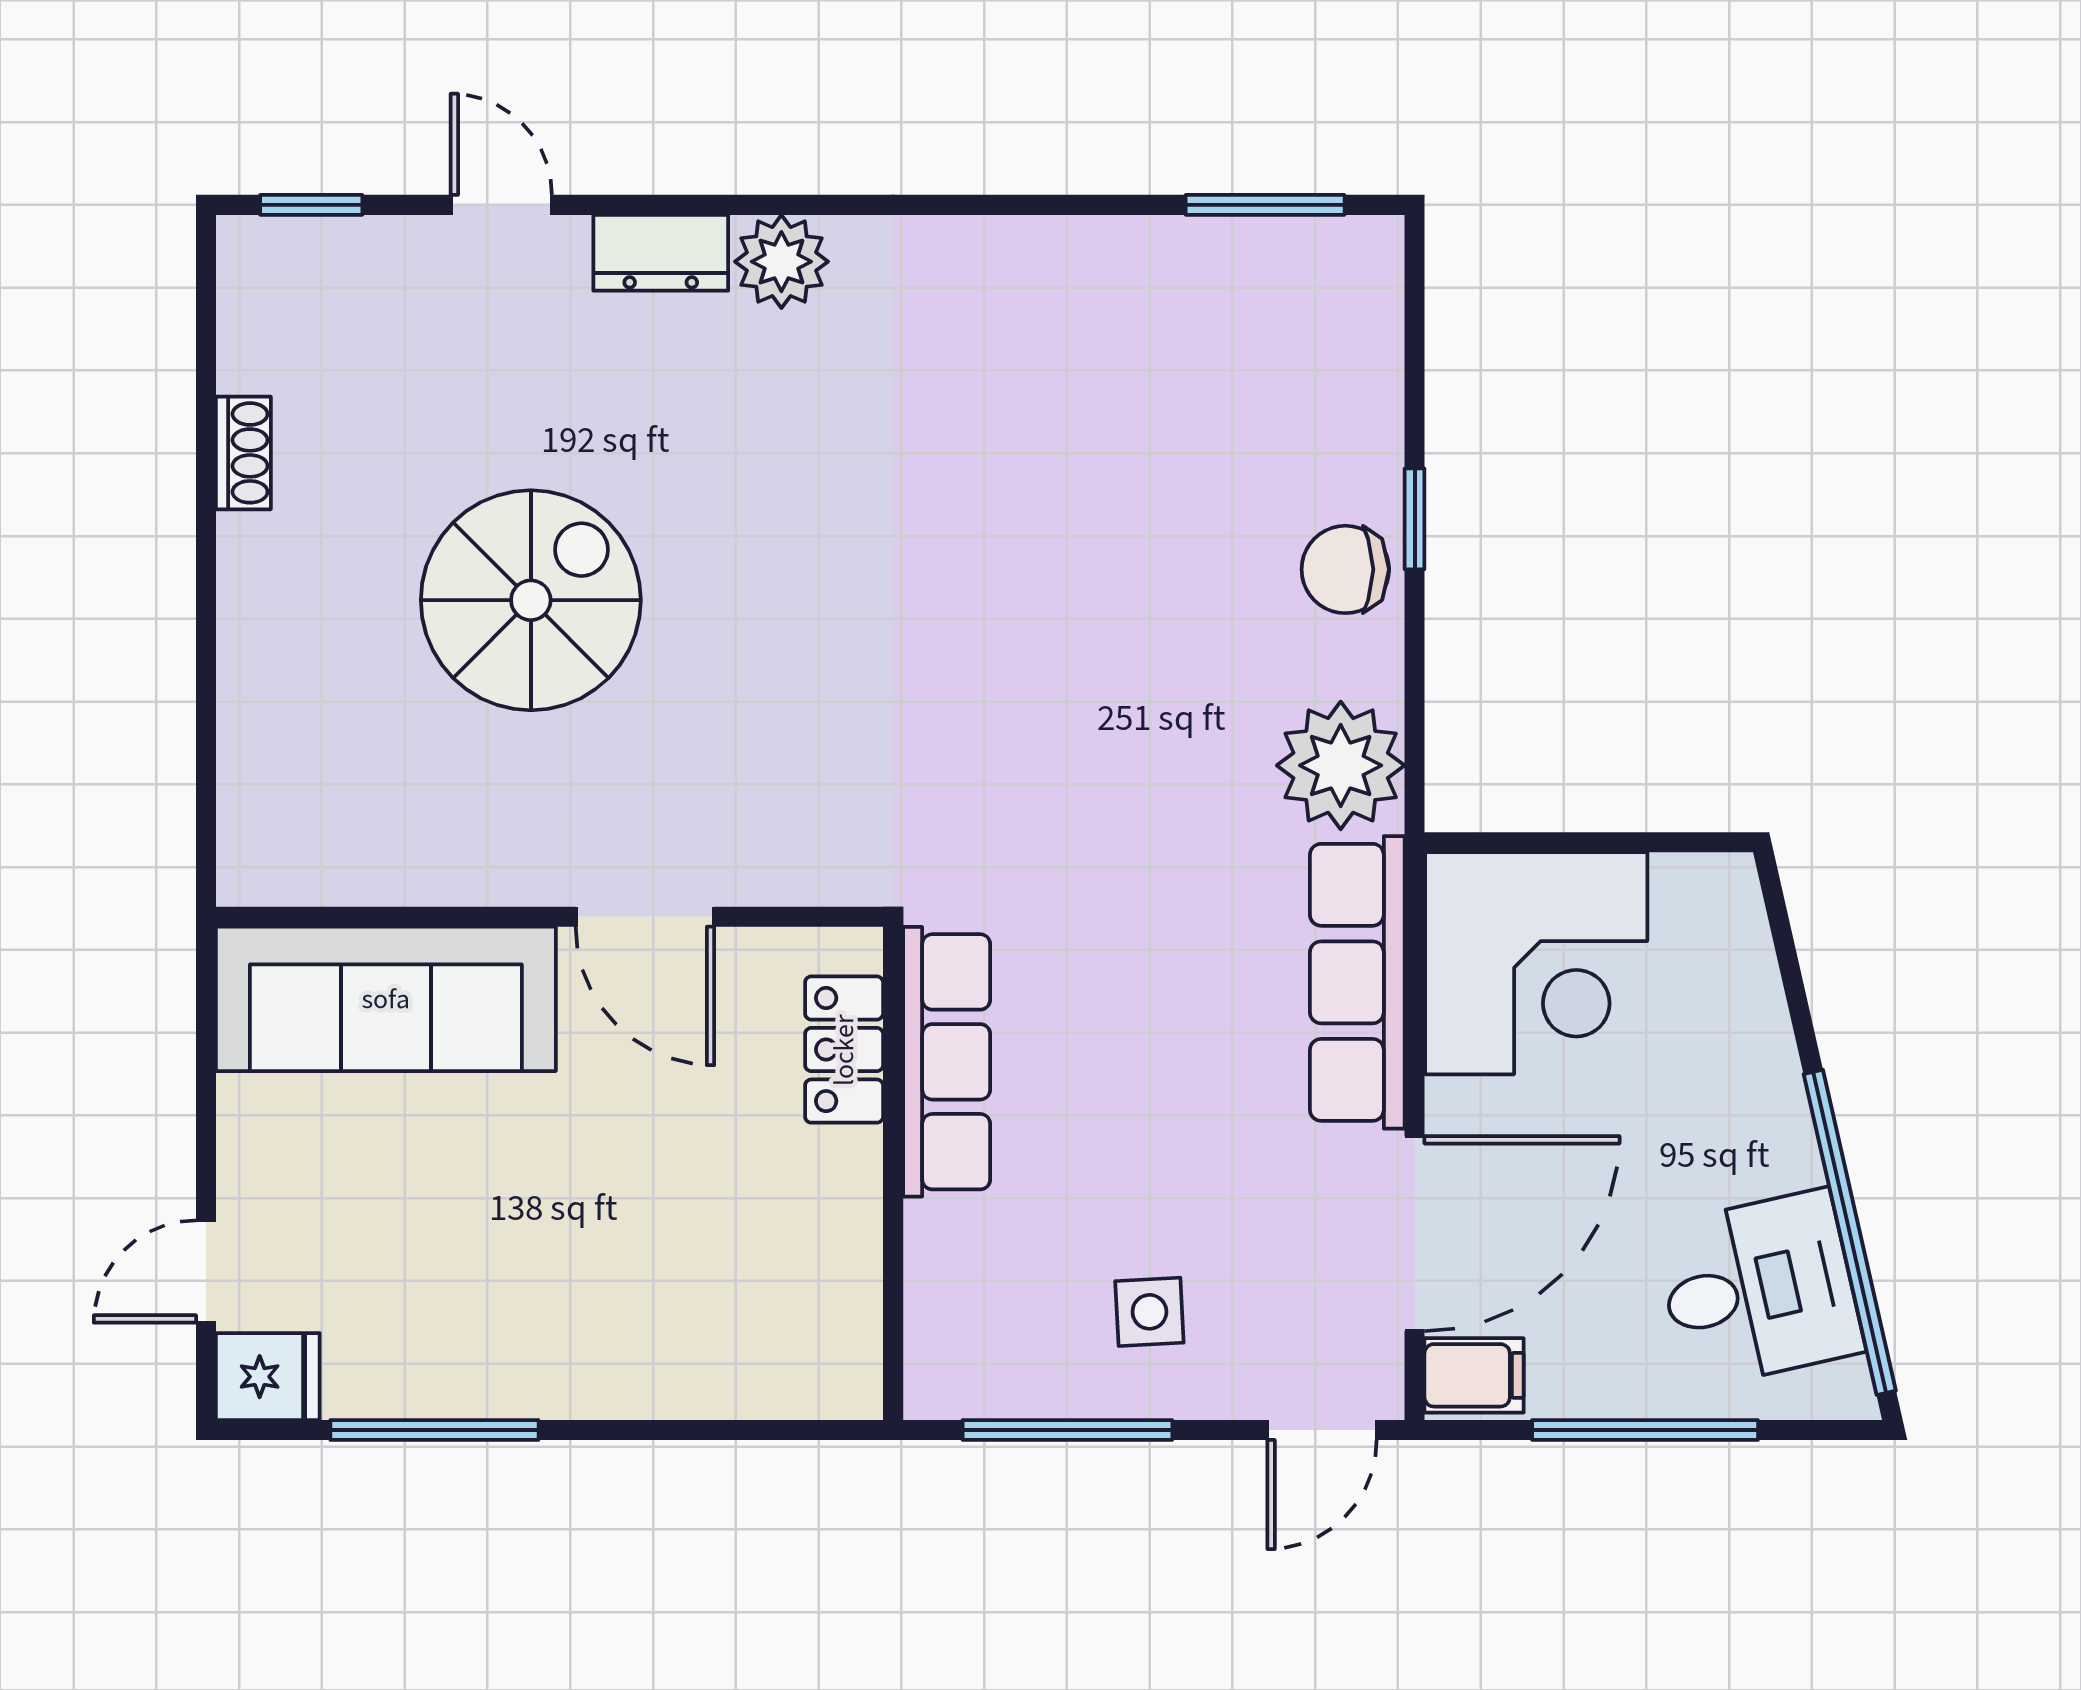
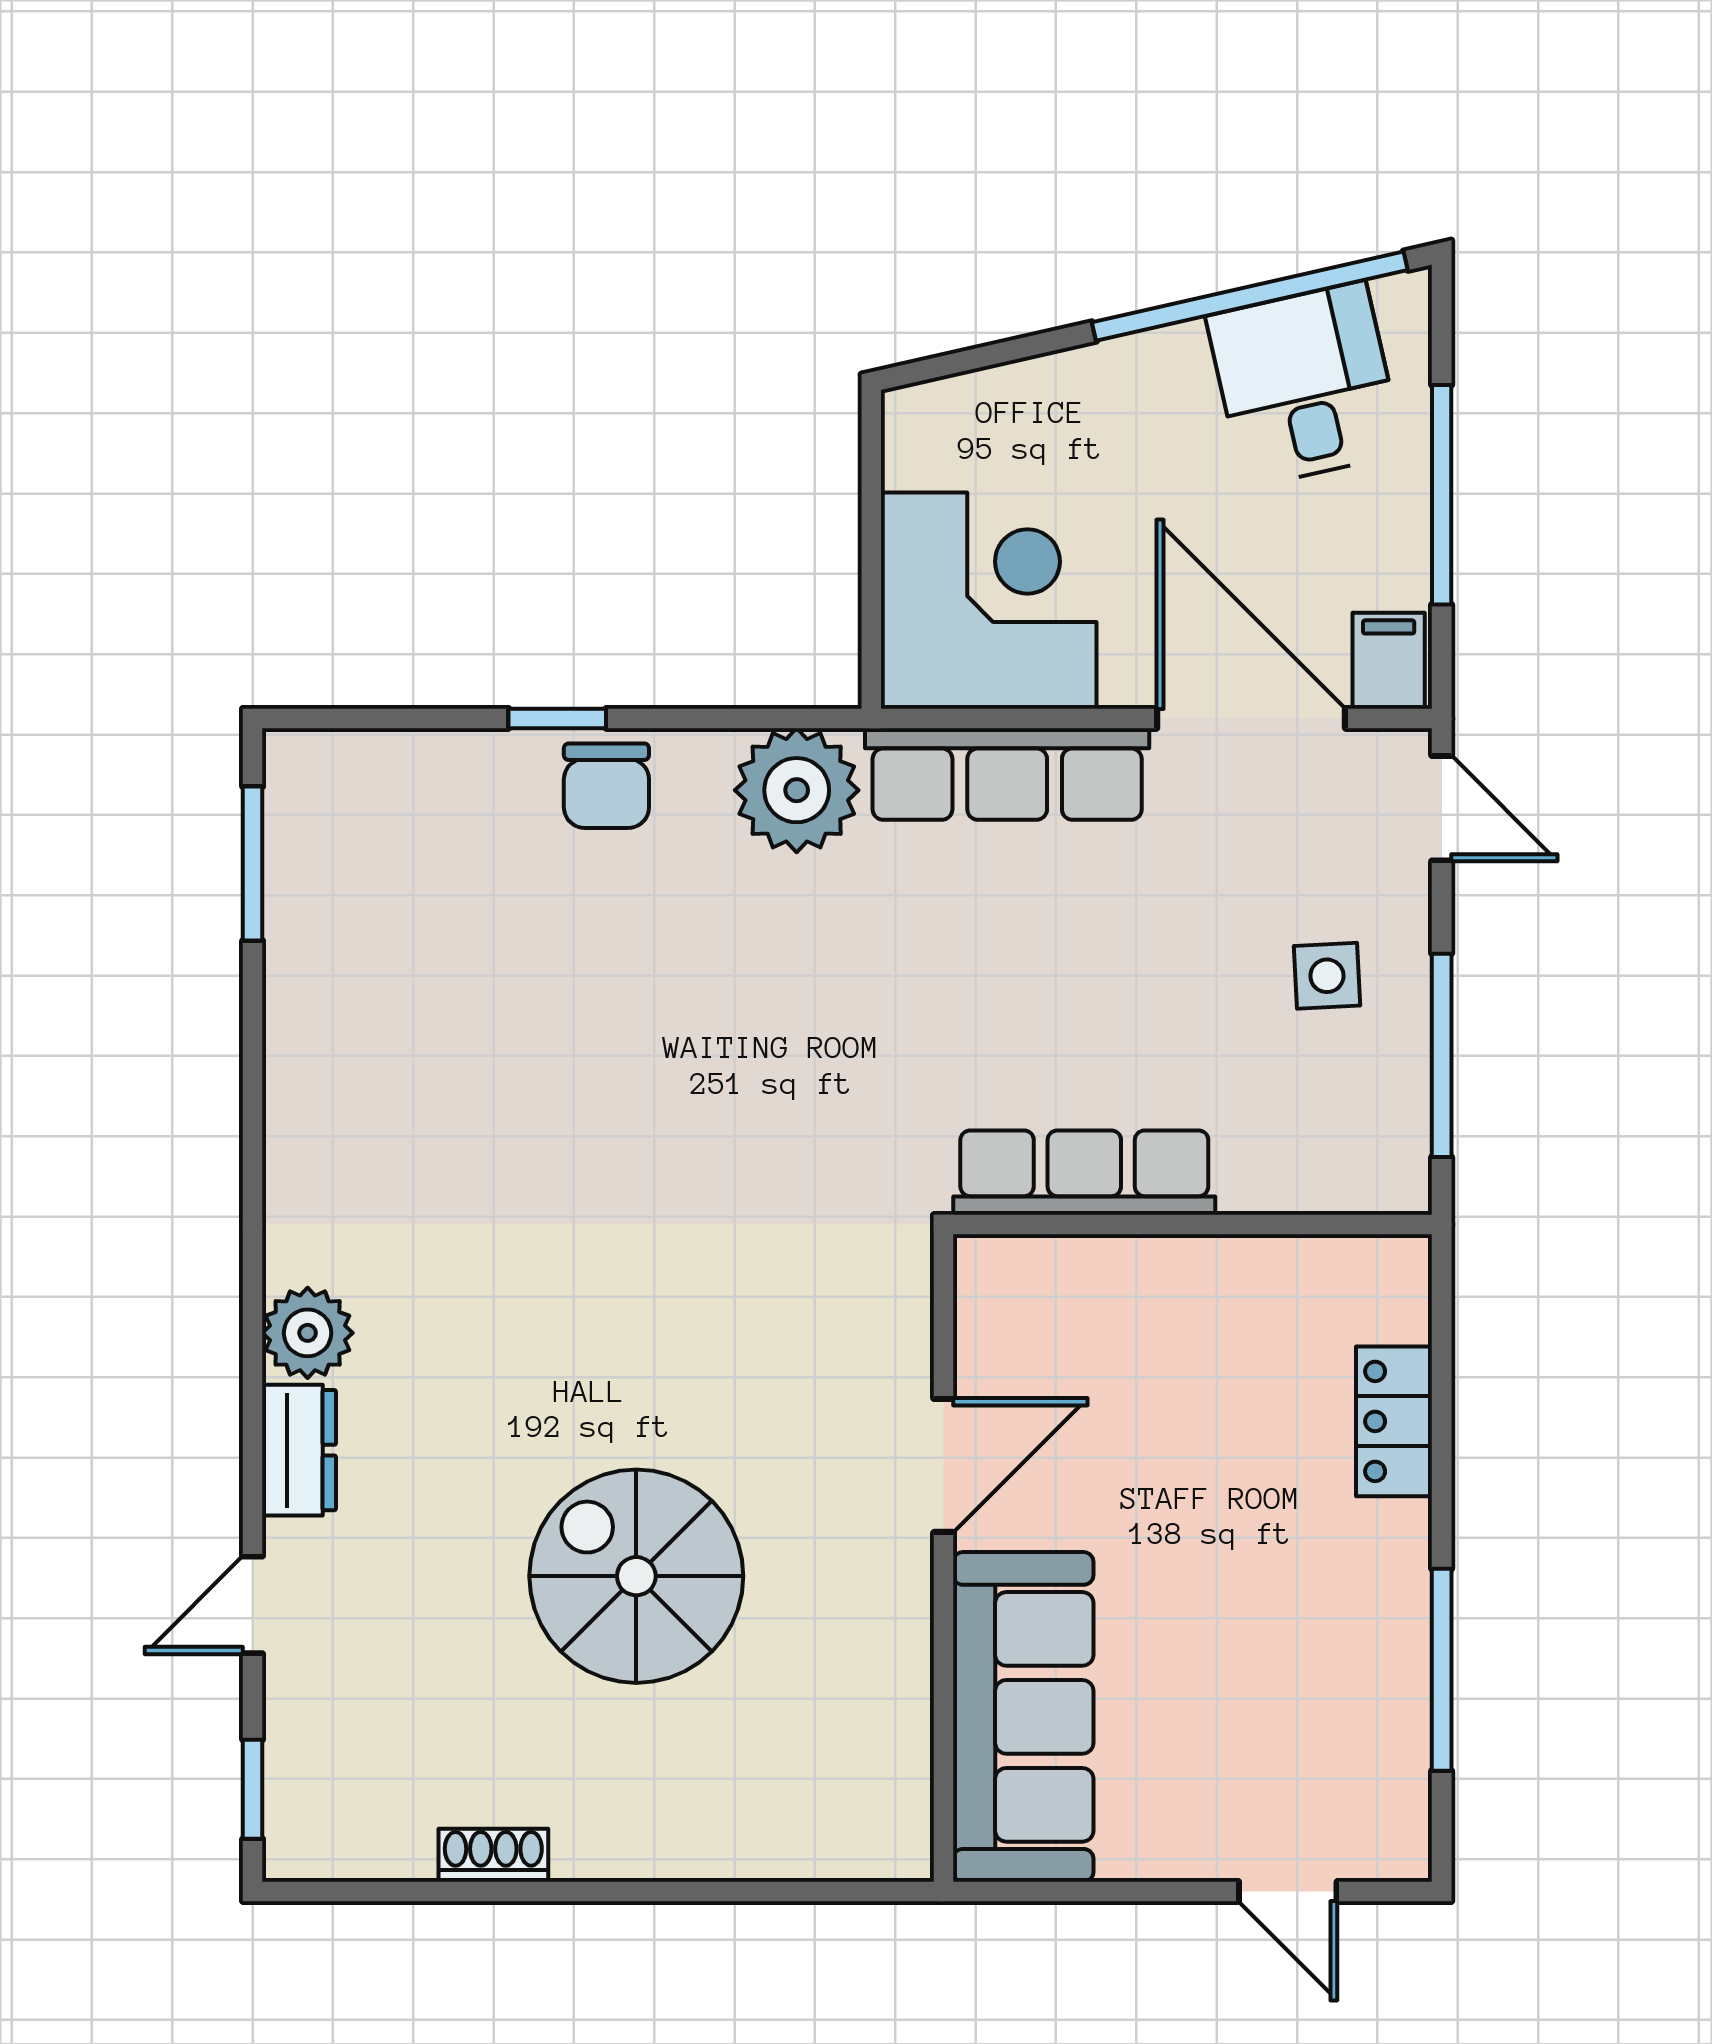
locker: (844, 1050) -> (1394, 1421), moved, turned 90
fridge: (268, 1377) -> (1390, 1831), removed

